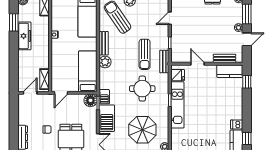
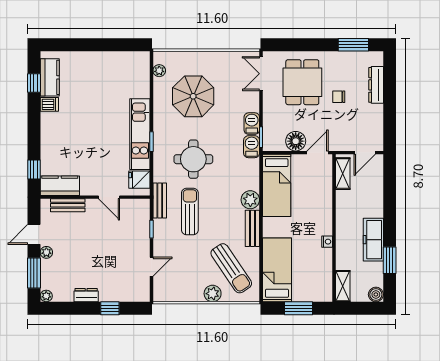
floor lamp: (90, 100) -> (296, 141), moved
barbecue: (107, 118) -> (252, 124), width x0.53, depth x0.65

